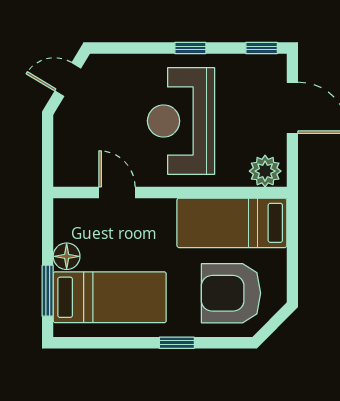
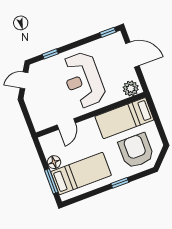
window: (190, 48) -> (50, 54), moved
door: (117, 193) -> (66, 124), swing flipped
armchair: (231, 293) -> (136, 151), turned 90

